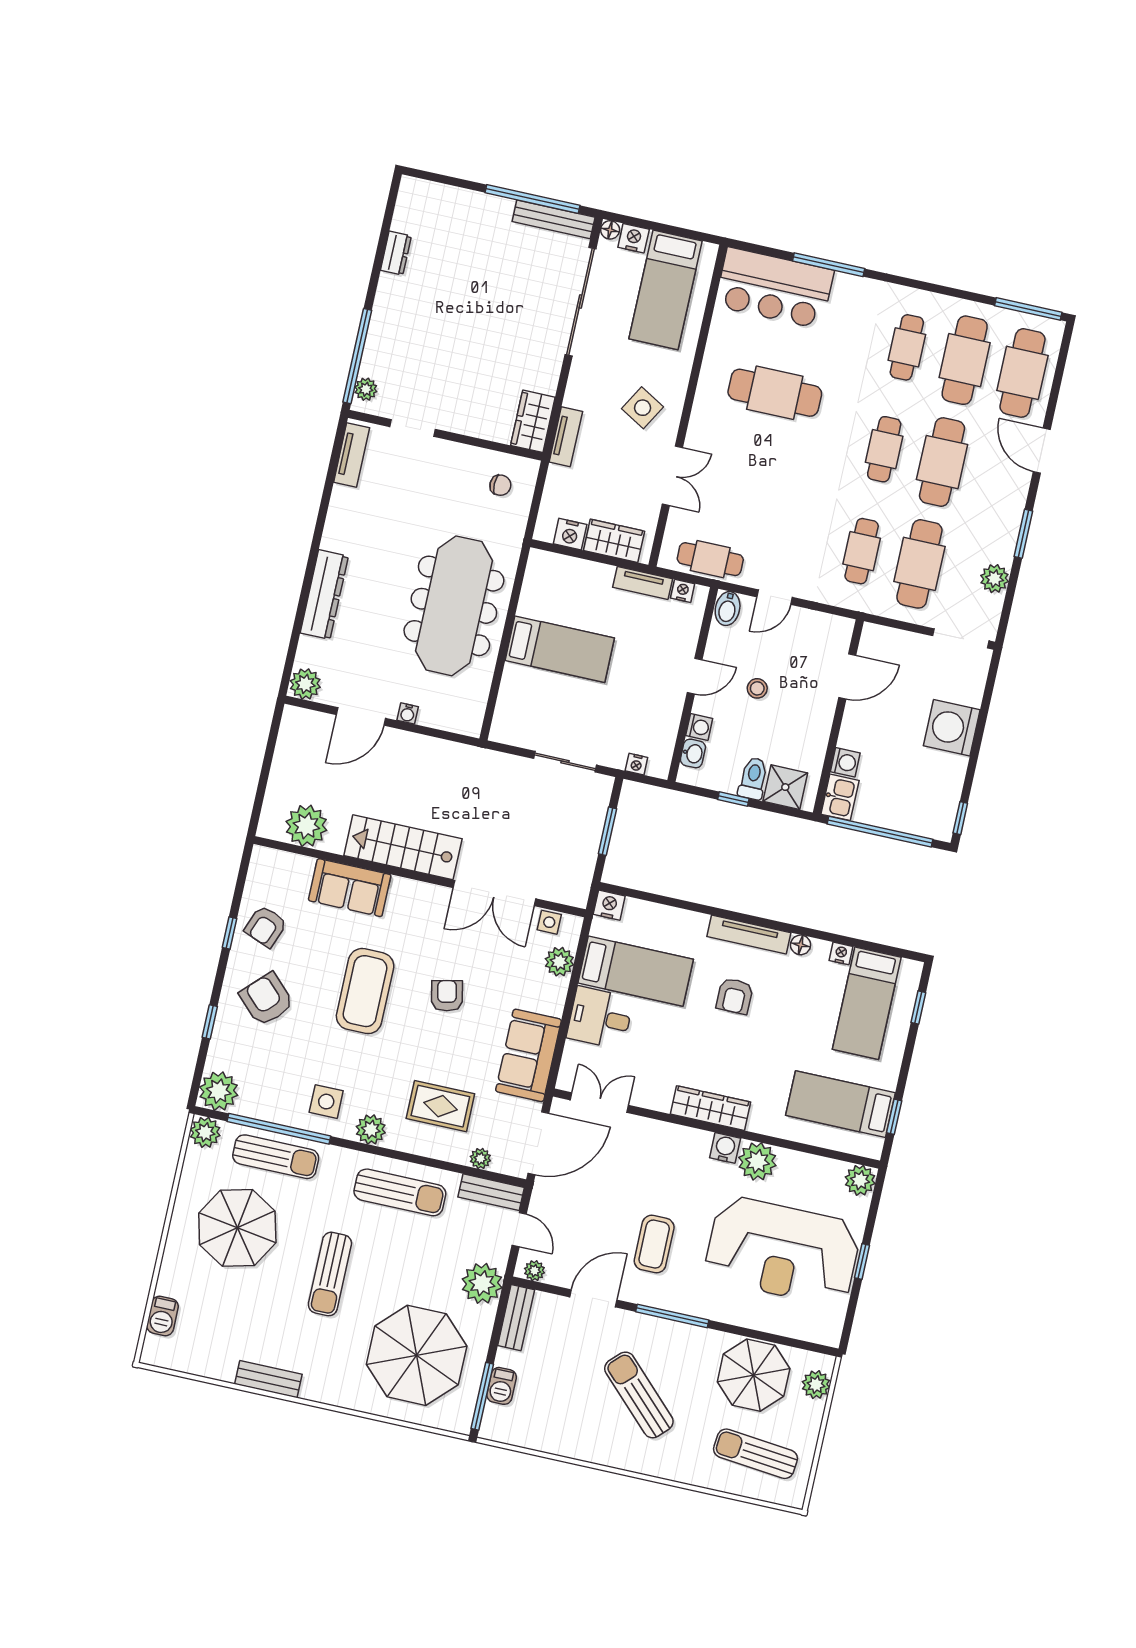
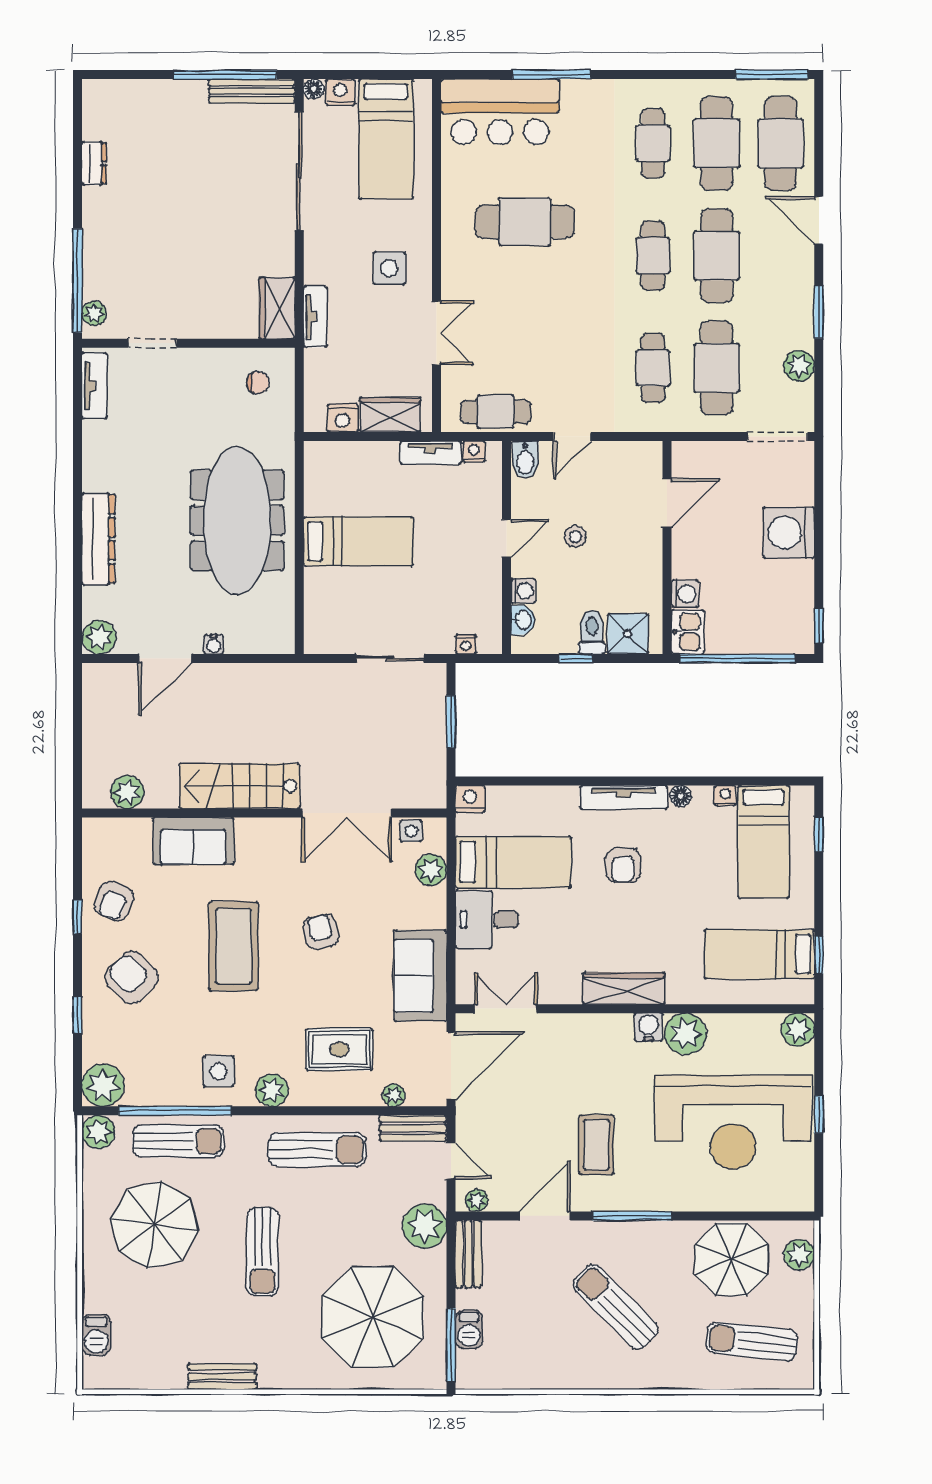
side table: (643, 408) -> (389, 268), turned -30
plant: (306, 826) -> (127, 792), width x0.73, depth x0.73

